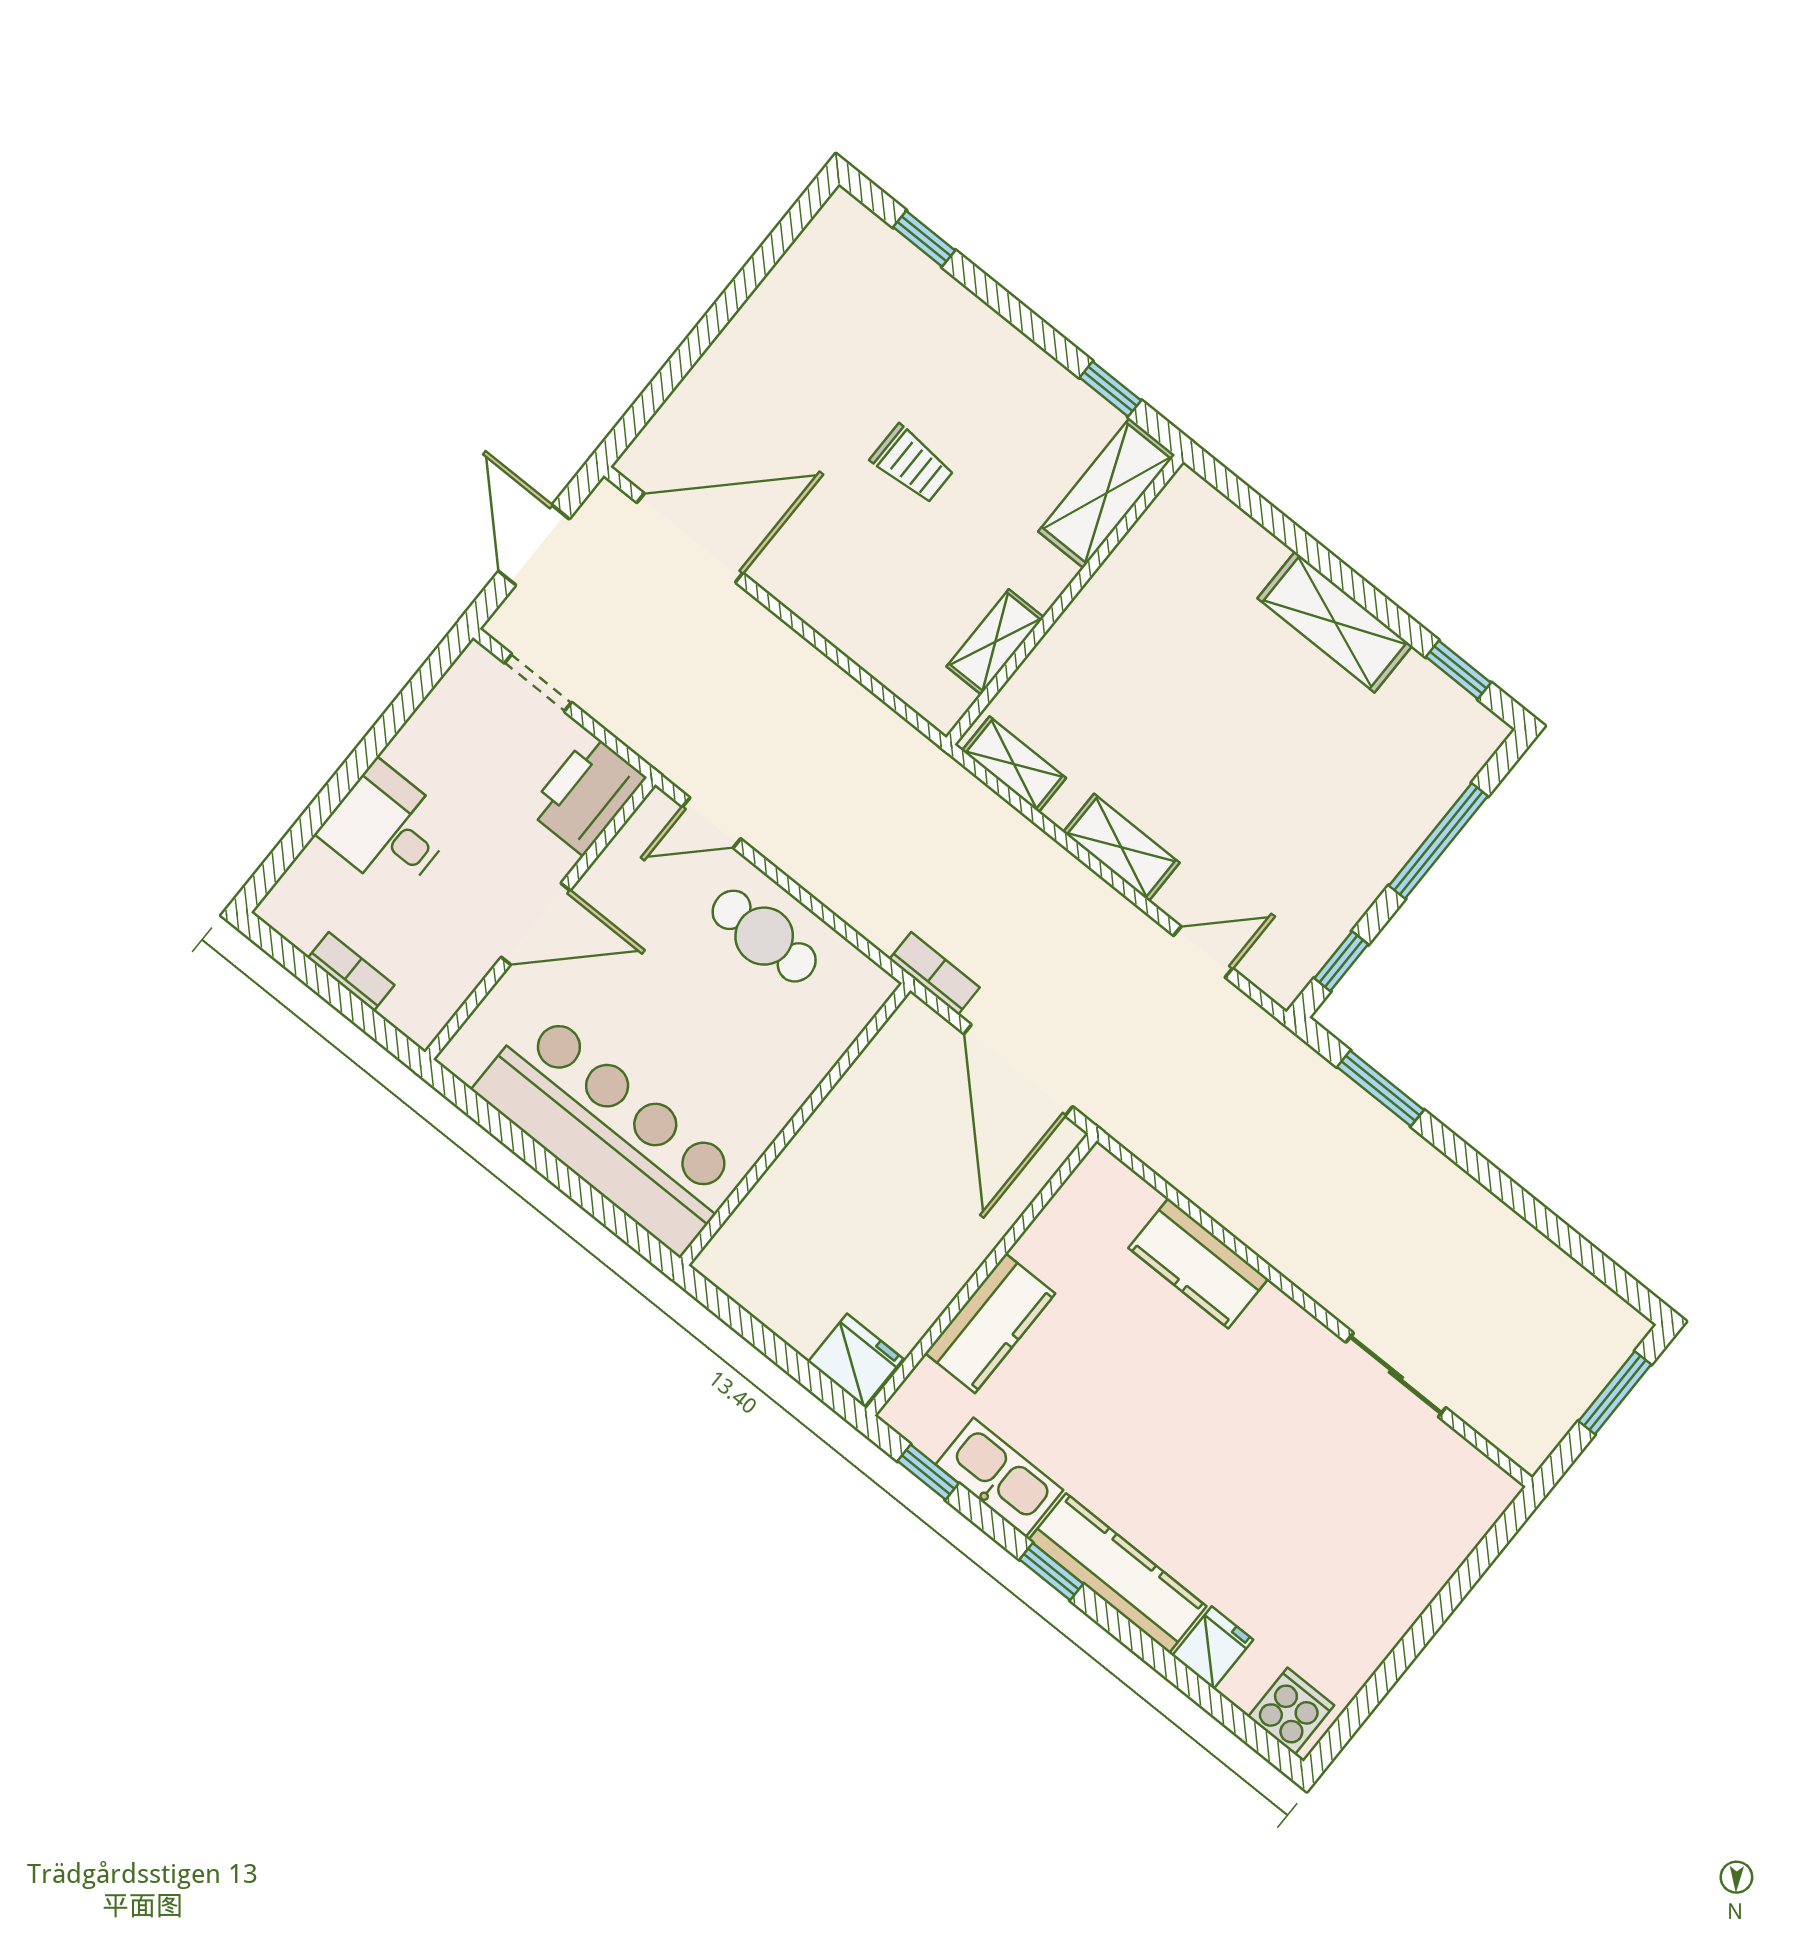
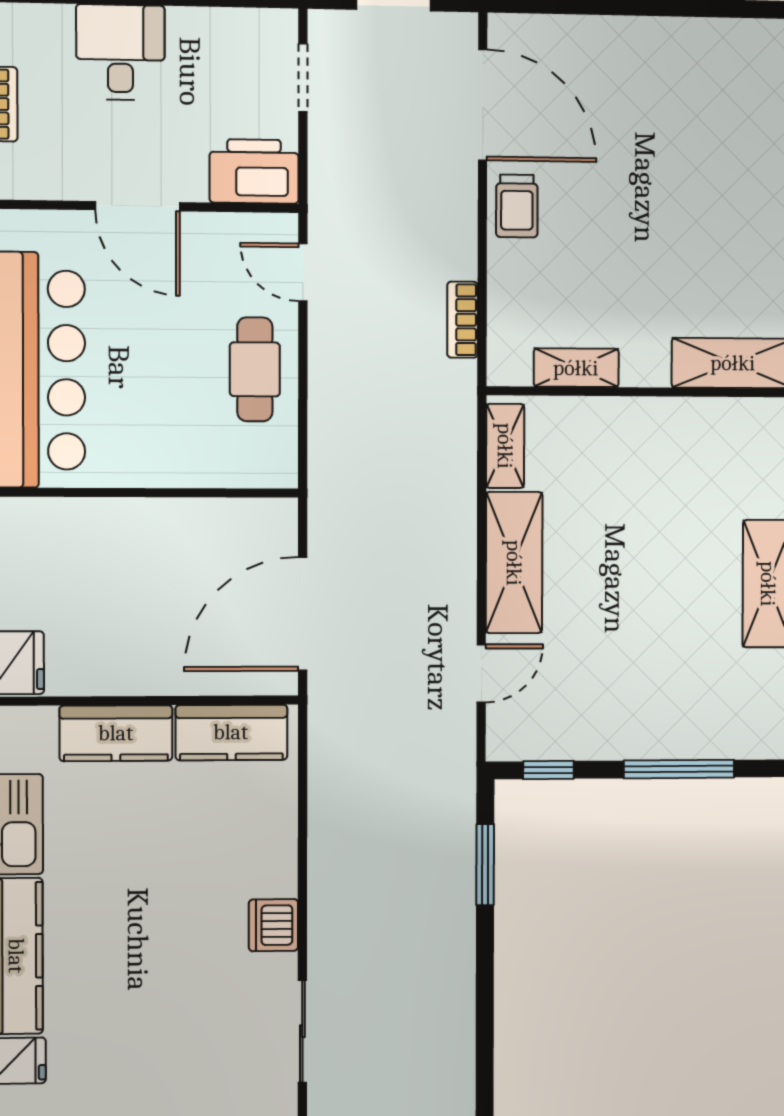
trolley: (912, 464) -> (517, 206), moved
shelving: (1121, 847) -> (514, 563), width x1.50, depth x1.33
door: (1203, 952) -> (481, 673), hinge flipped
bookcase: (935, 973) -> (462, 320), moved, turned 180
kitchen counter: (1198, 1263) -> (231, 732), moved, turned -90
dishwasher: (1278, 1323) -> (273, 925), added

